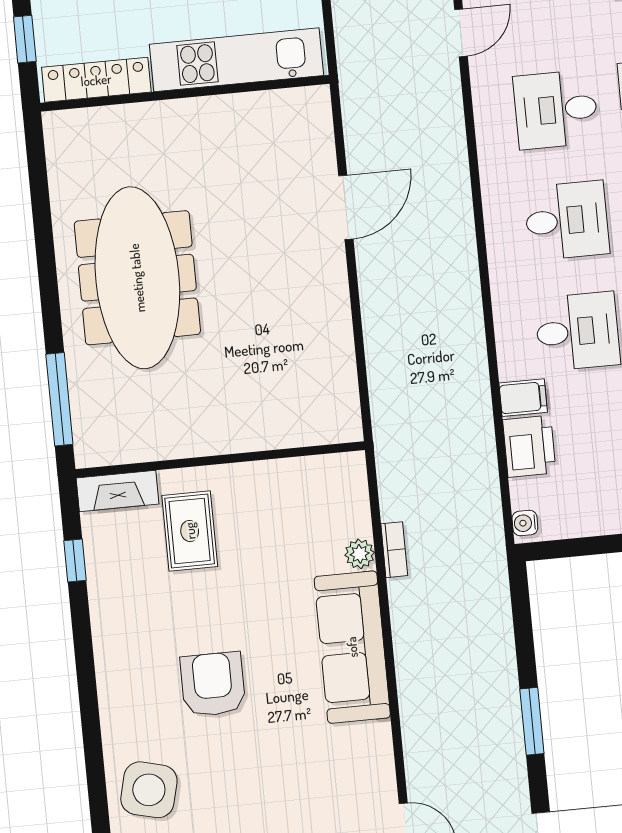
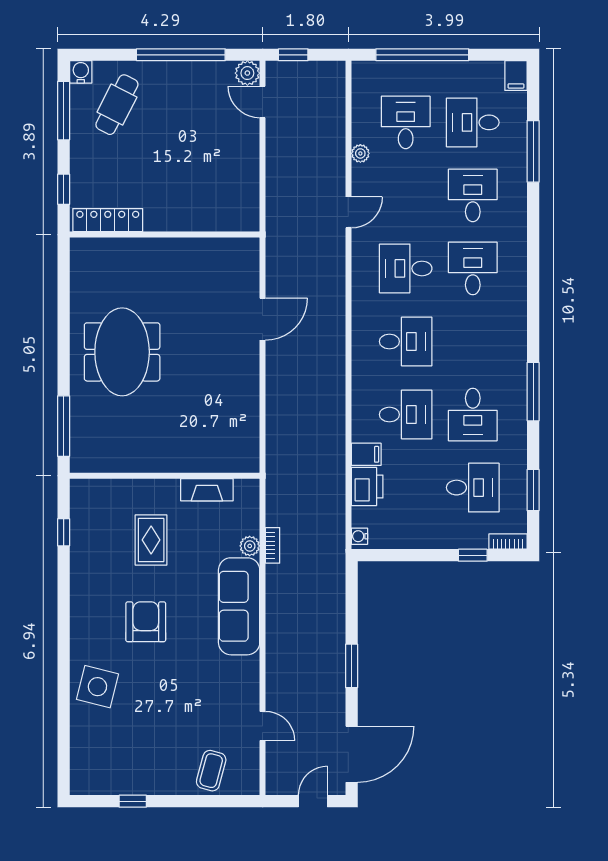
kitchen unit: (236, 60) -> (200, 216), removed
meeting table: (137, 278) -> (122, 352), width x0.73
fireplace: (118, 491) -> (207, 490), moved
rug: (190, 531) -> (151, 540), moved

